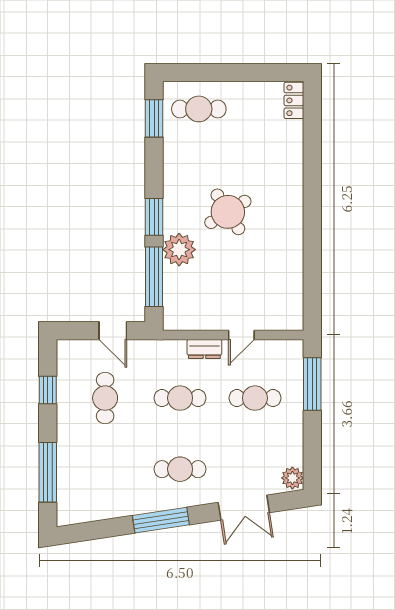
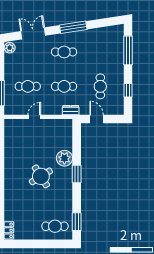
window: (154, 277) -> (77, 145), removed
dresser: (204, 349) -> (71, 110), moved

